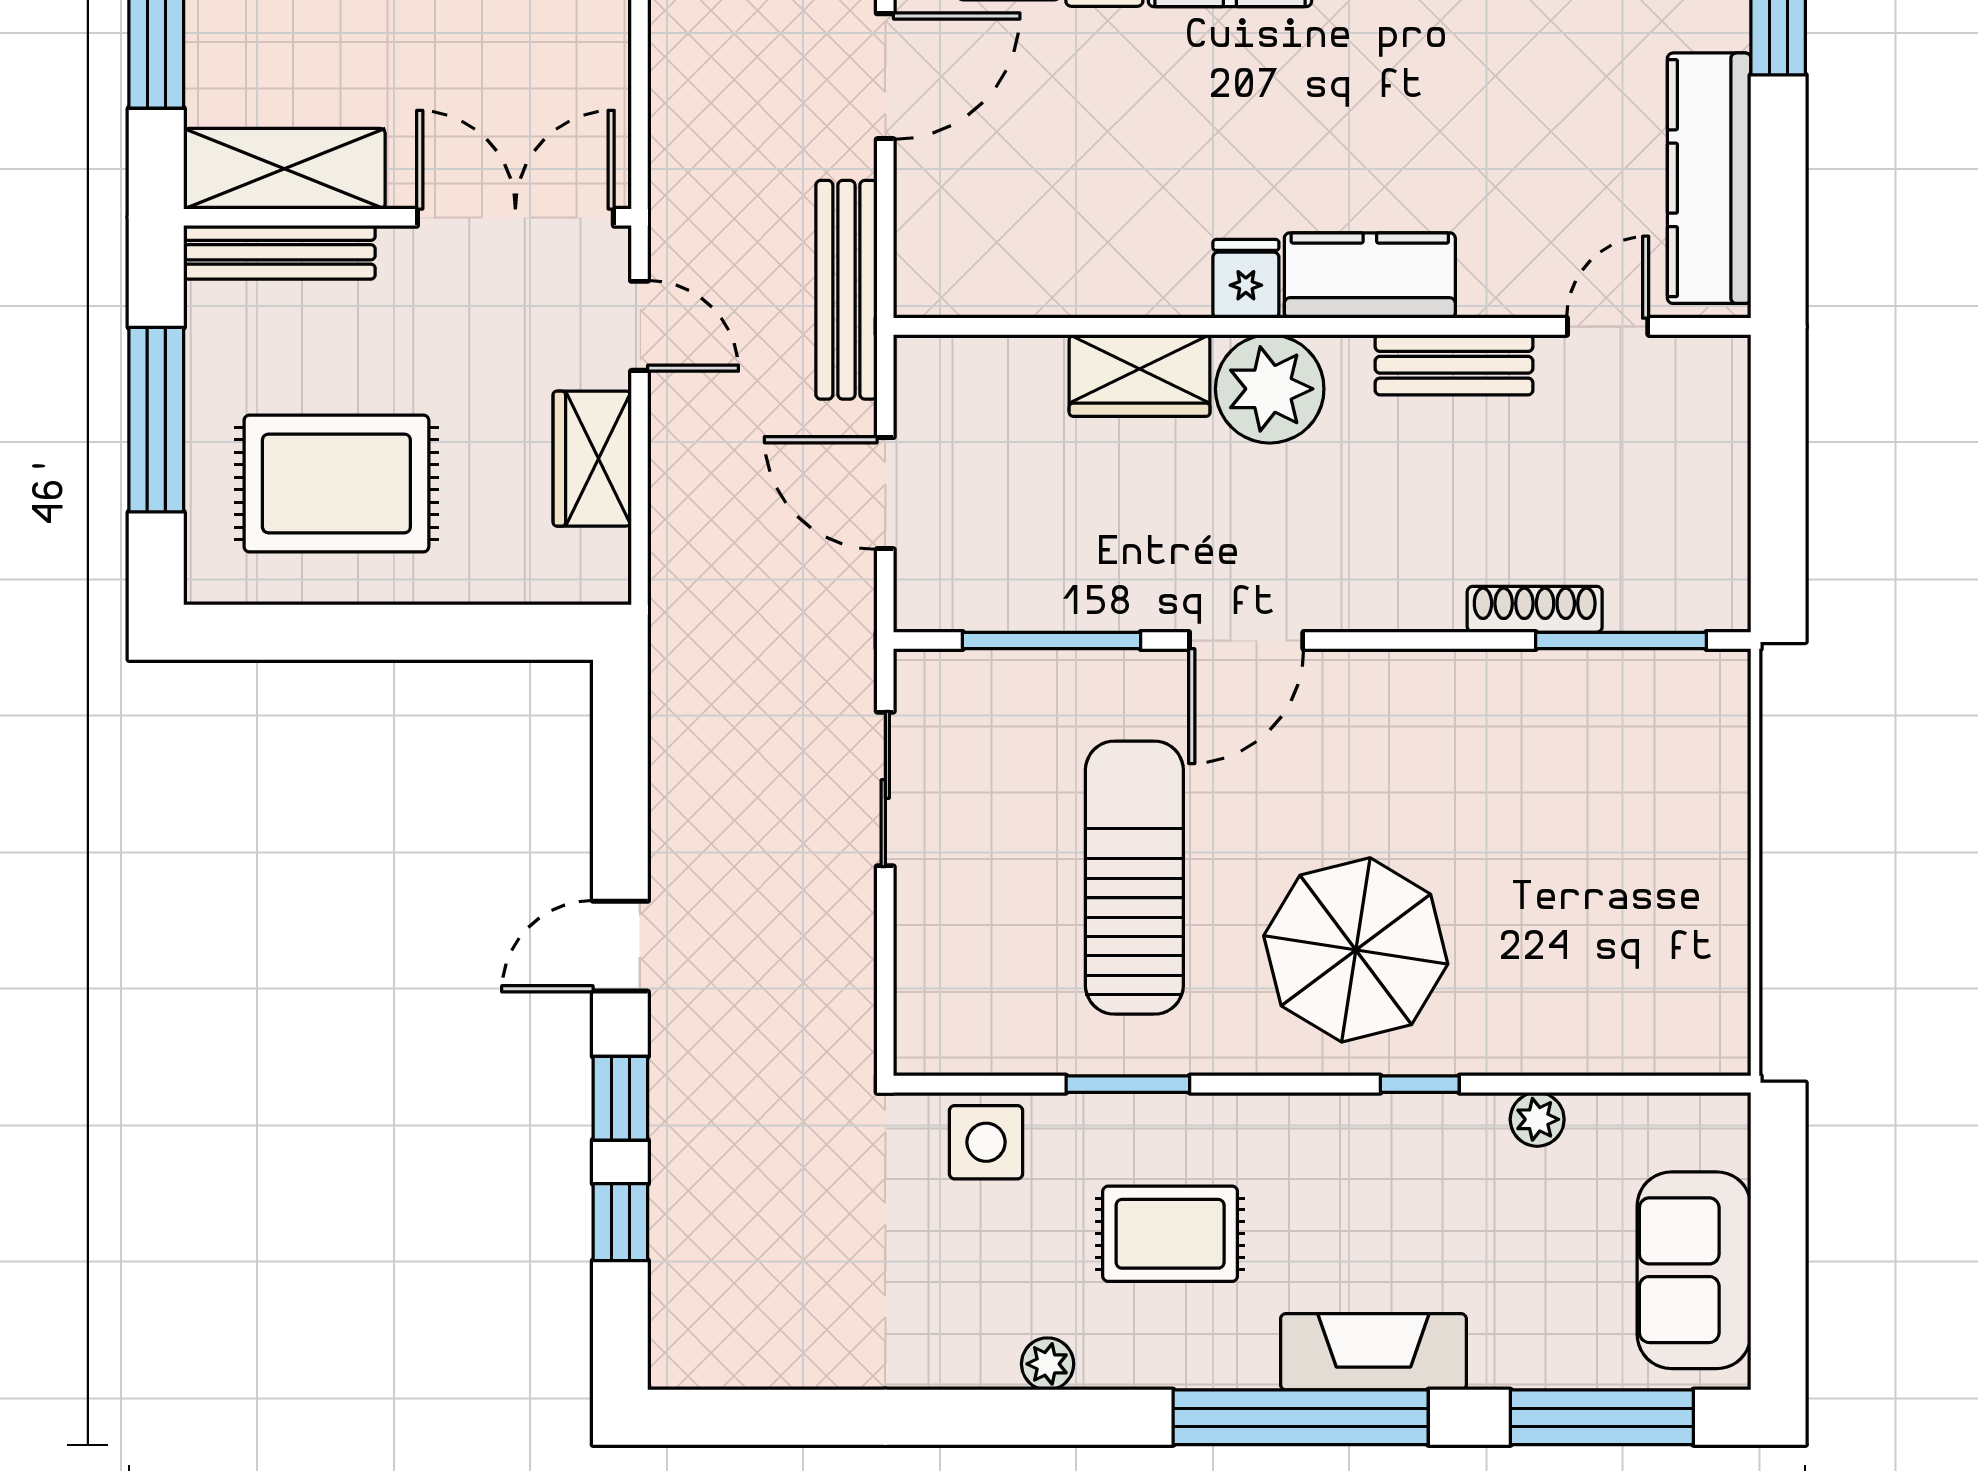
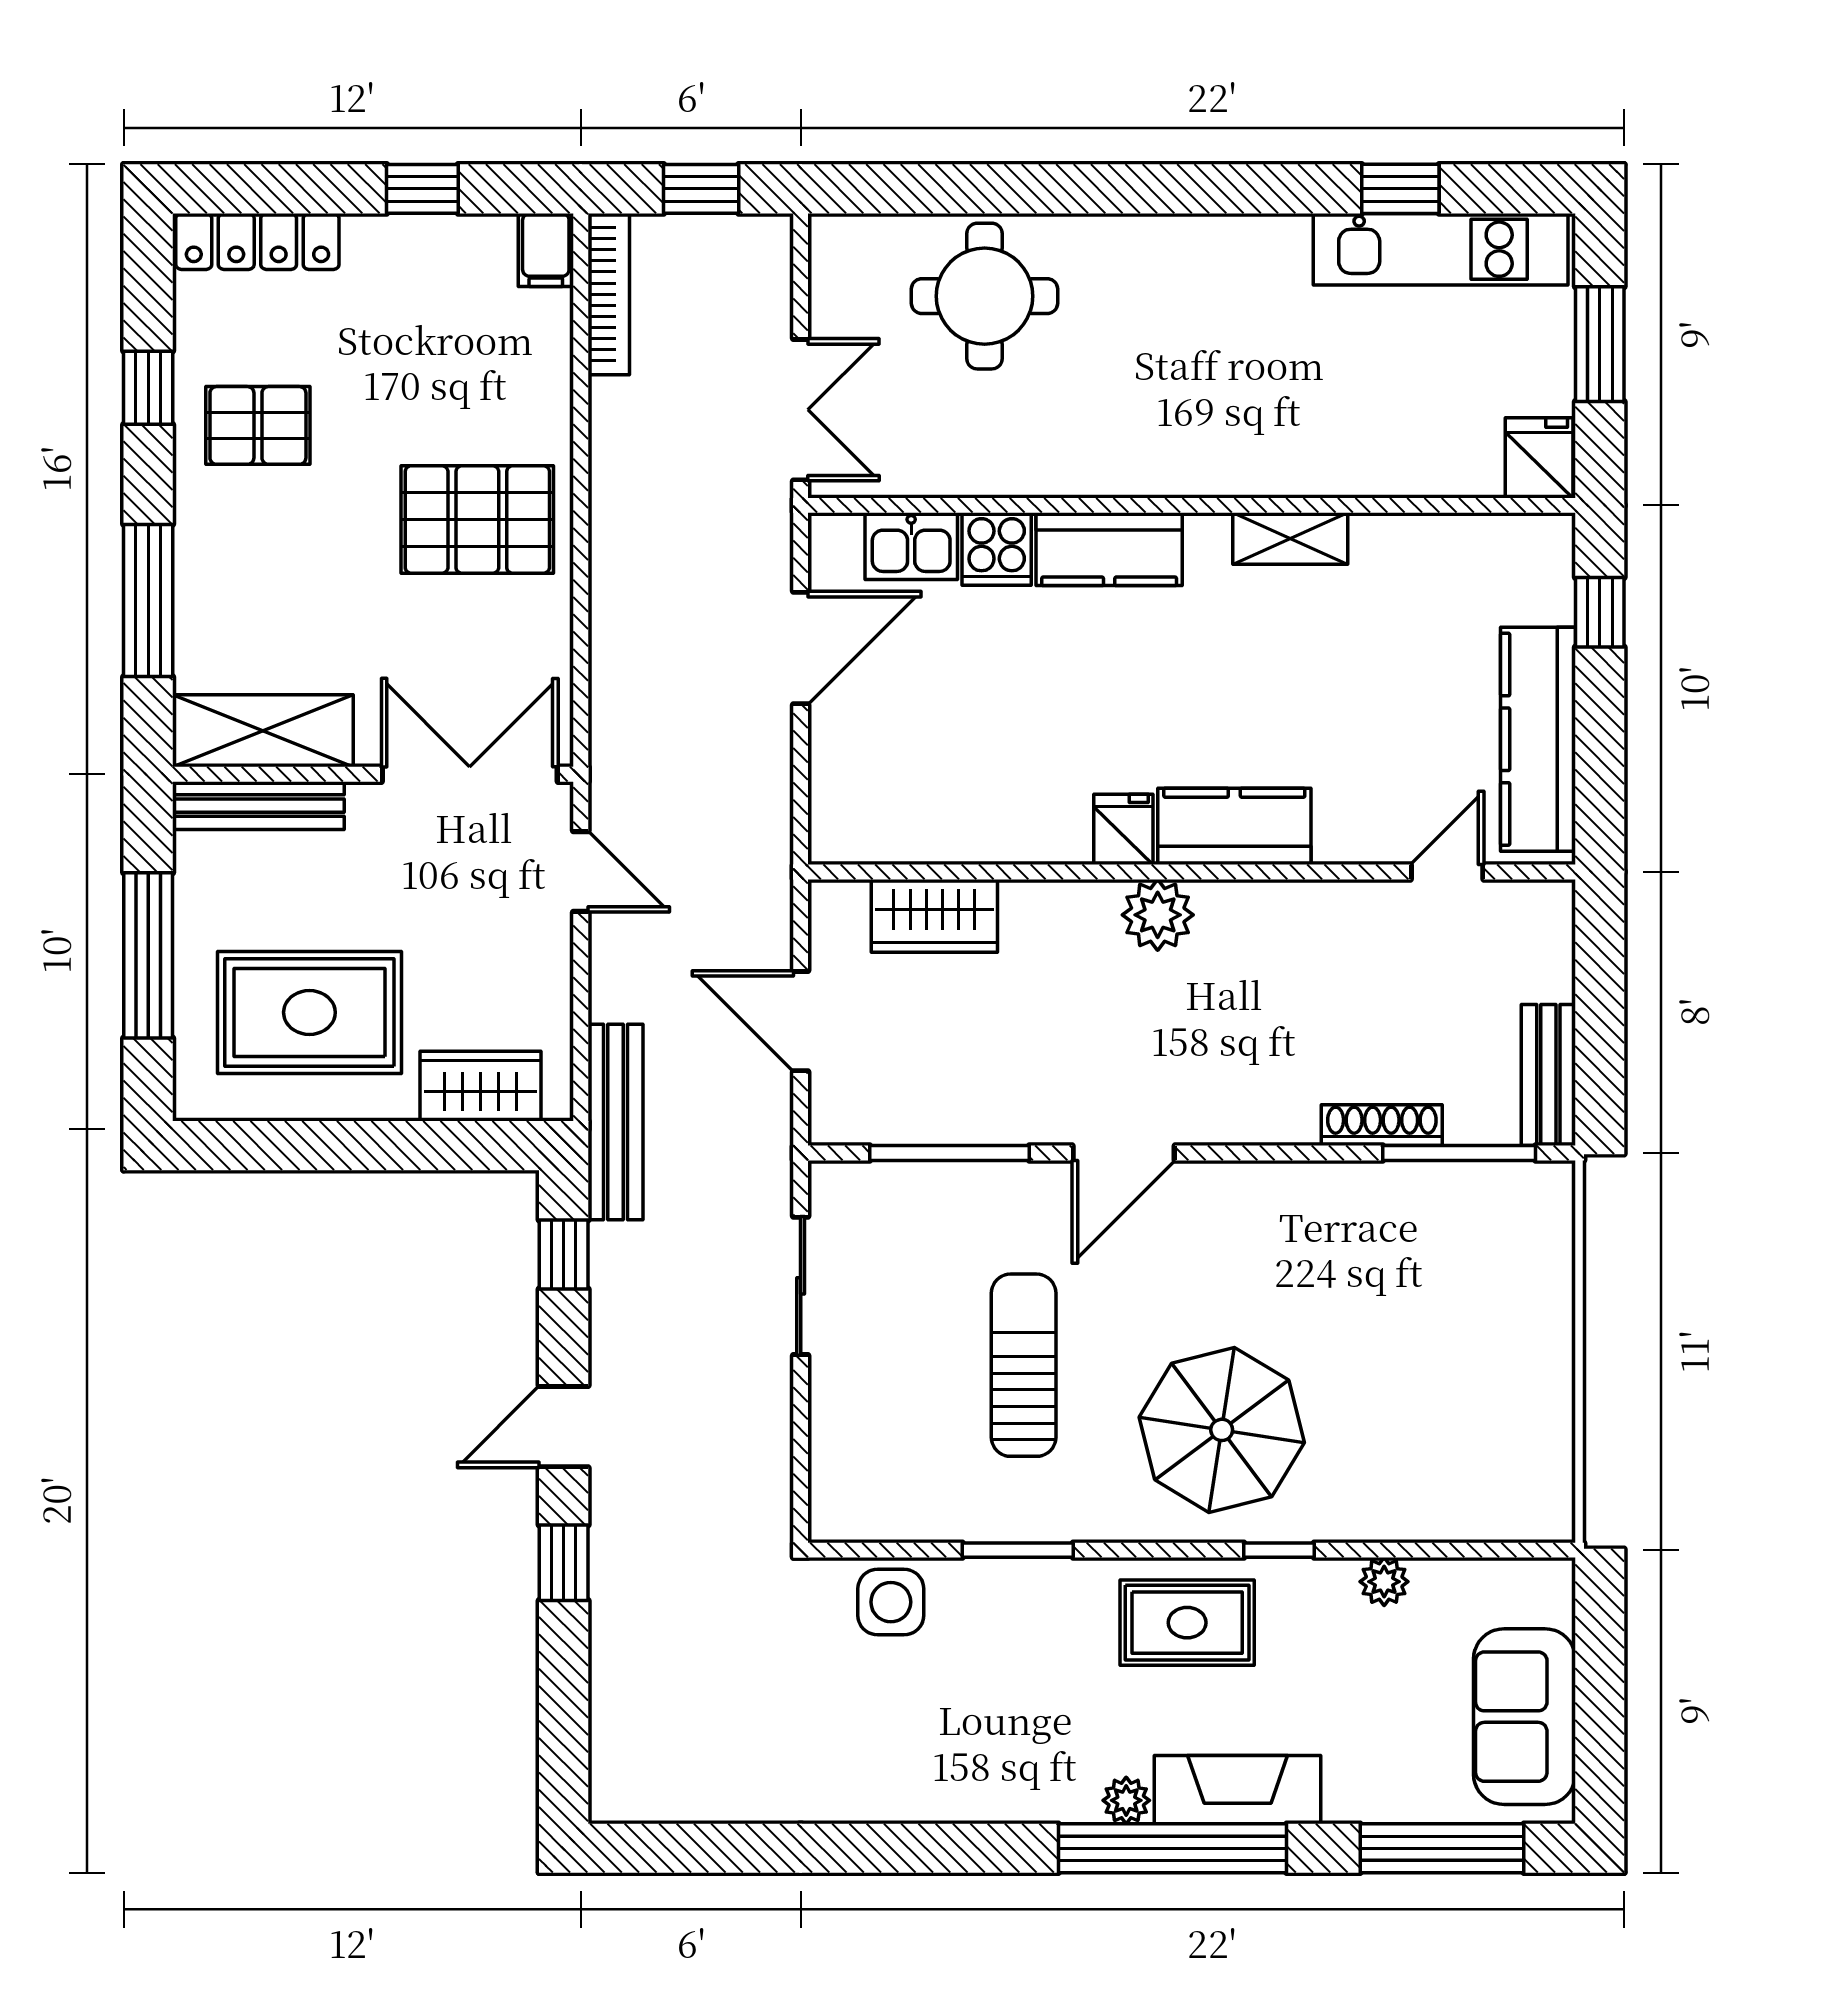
bench: (846, 290) -> (615, 1122), moved
bench: (1454, 365) -> (1548, 1075), moved, turned 90
wardrobe: (1140, 375) -> (934, 916), moved
plant: (1270, 389) -> (1158, 915), width x0.73, depth x0.73
wardrobe: (592, 459) -> (481, 1086), moved, turned 90
sun lounger: (1134, 878) -> (1024, 1365), width x0.73, depth x0.75
window: (620, 1222) -> (564, 1255), moved
rug: (1170, 1234) -> (1187, 1623), moved
plant: (1048, 1364) -> (1126, 1800), moved

